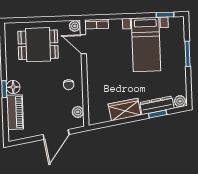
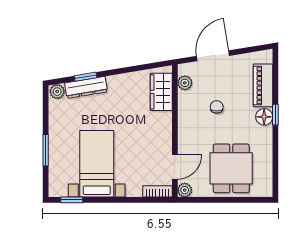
door: (83, 44) -> (175, 167), hinge flipped
dining table: (38, 45) -> (231, 168), turned 90
chair: (69, 85) -> (217, 107), moved
wardrobe: (125, 110) -> (161, 92), moved, turned 99

